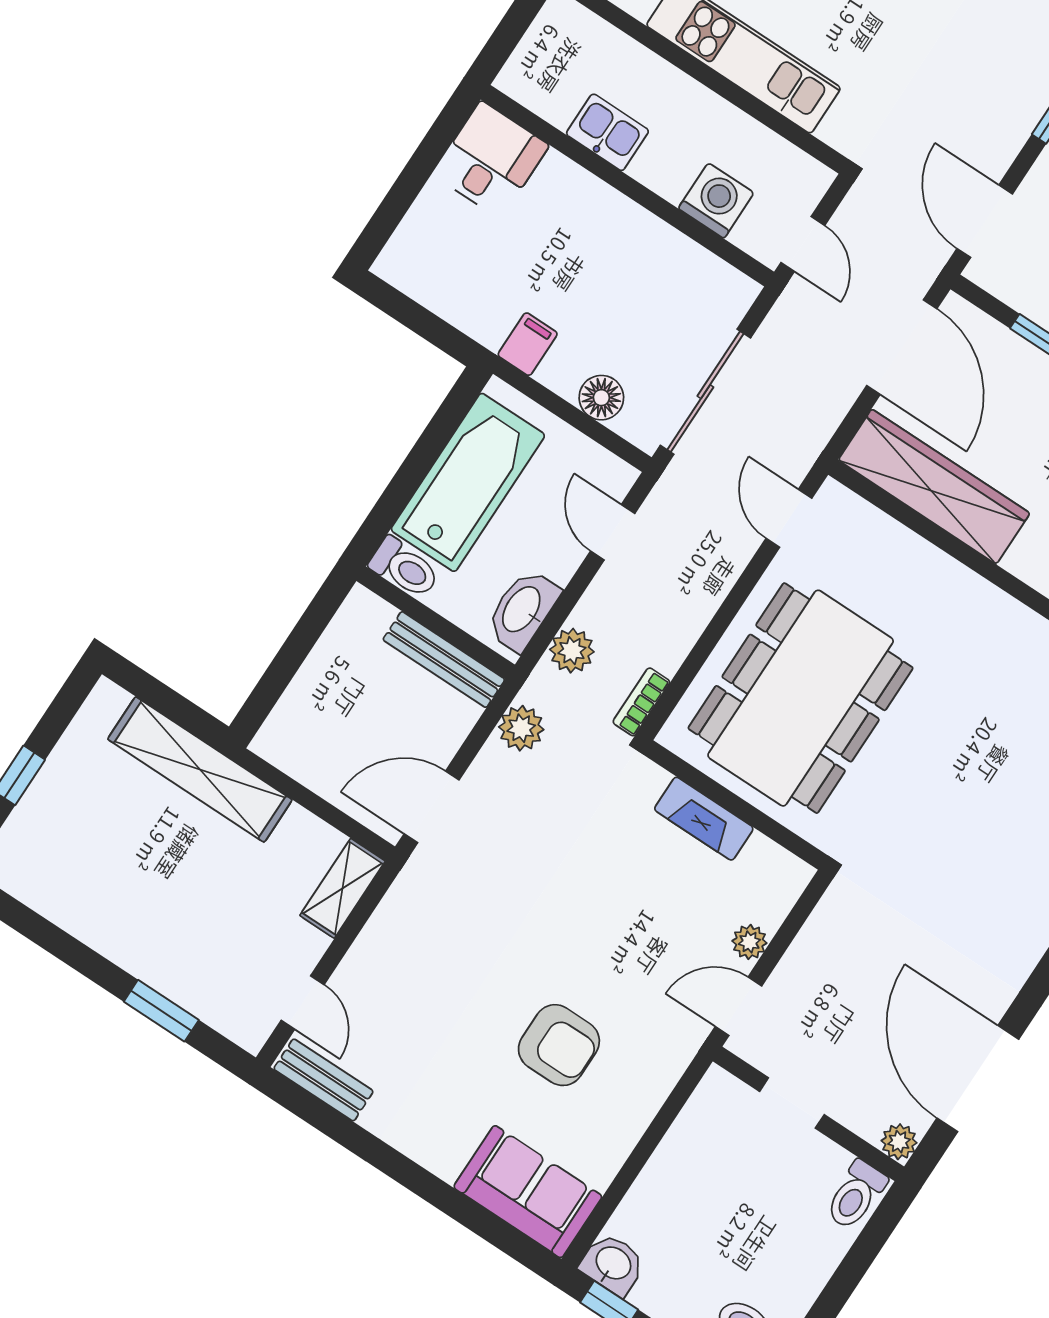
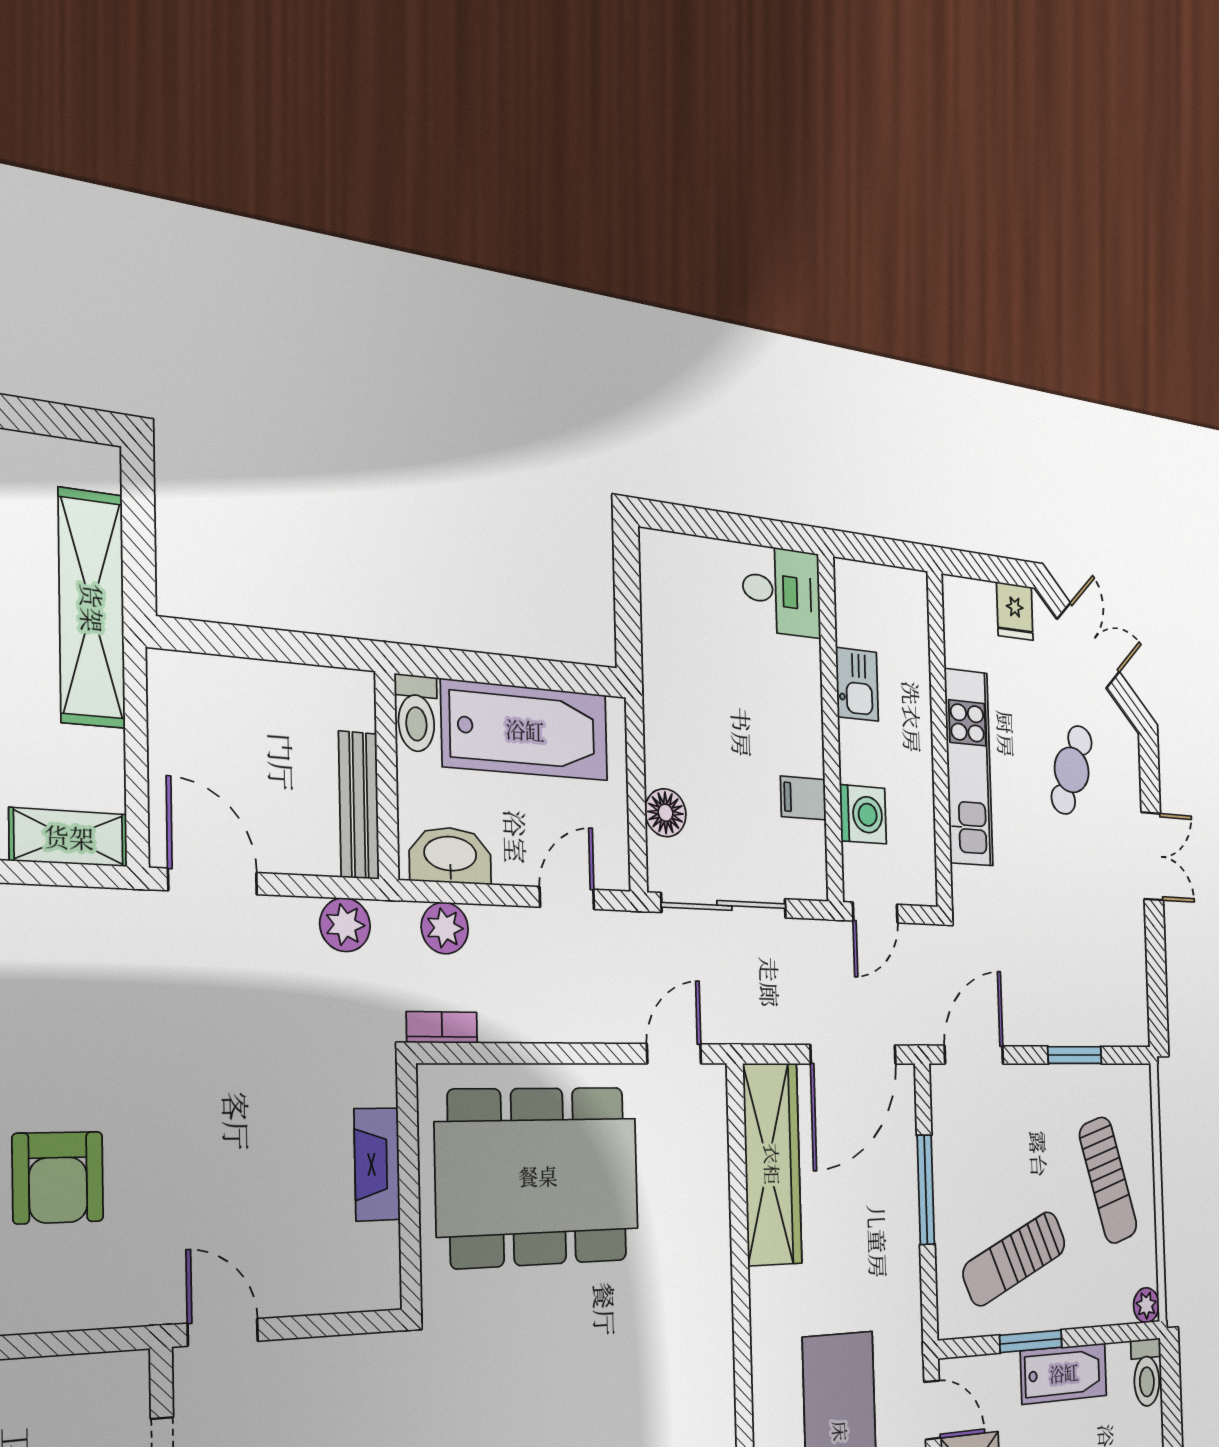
filing cabinet: (528, 344) -> (803, 798), moved, turned 180
plant: (749, 942) -> (292, 1295), removed

